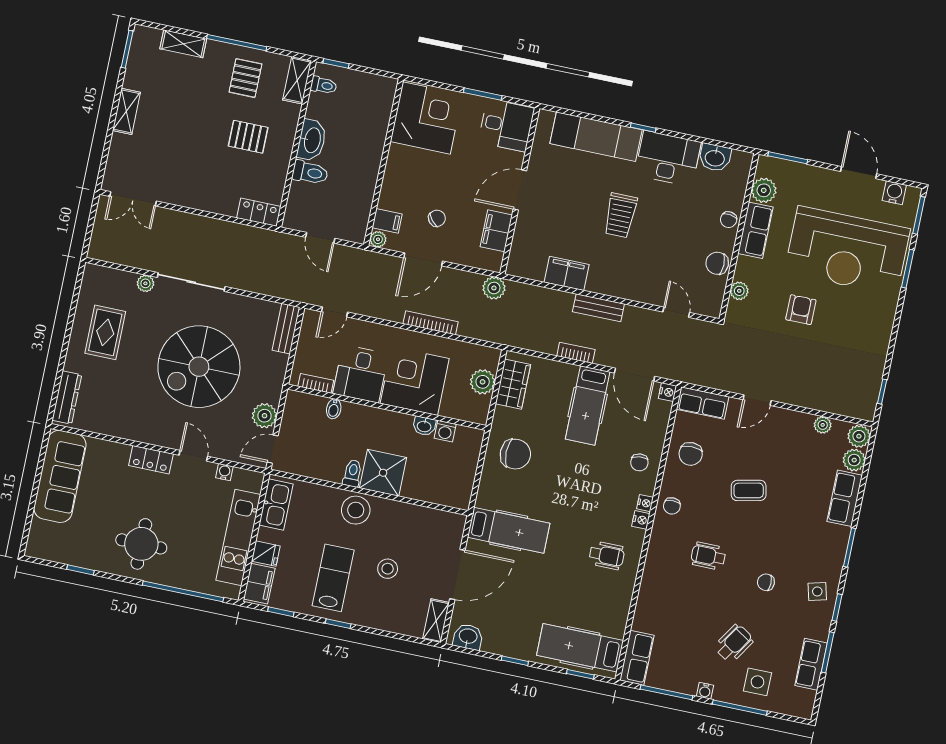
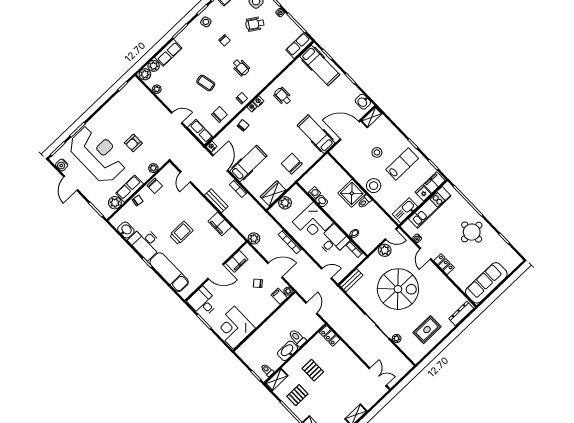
lab bench: (333, 578) -> (402, 164), turned 180

